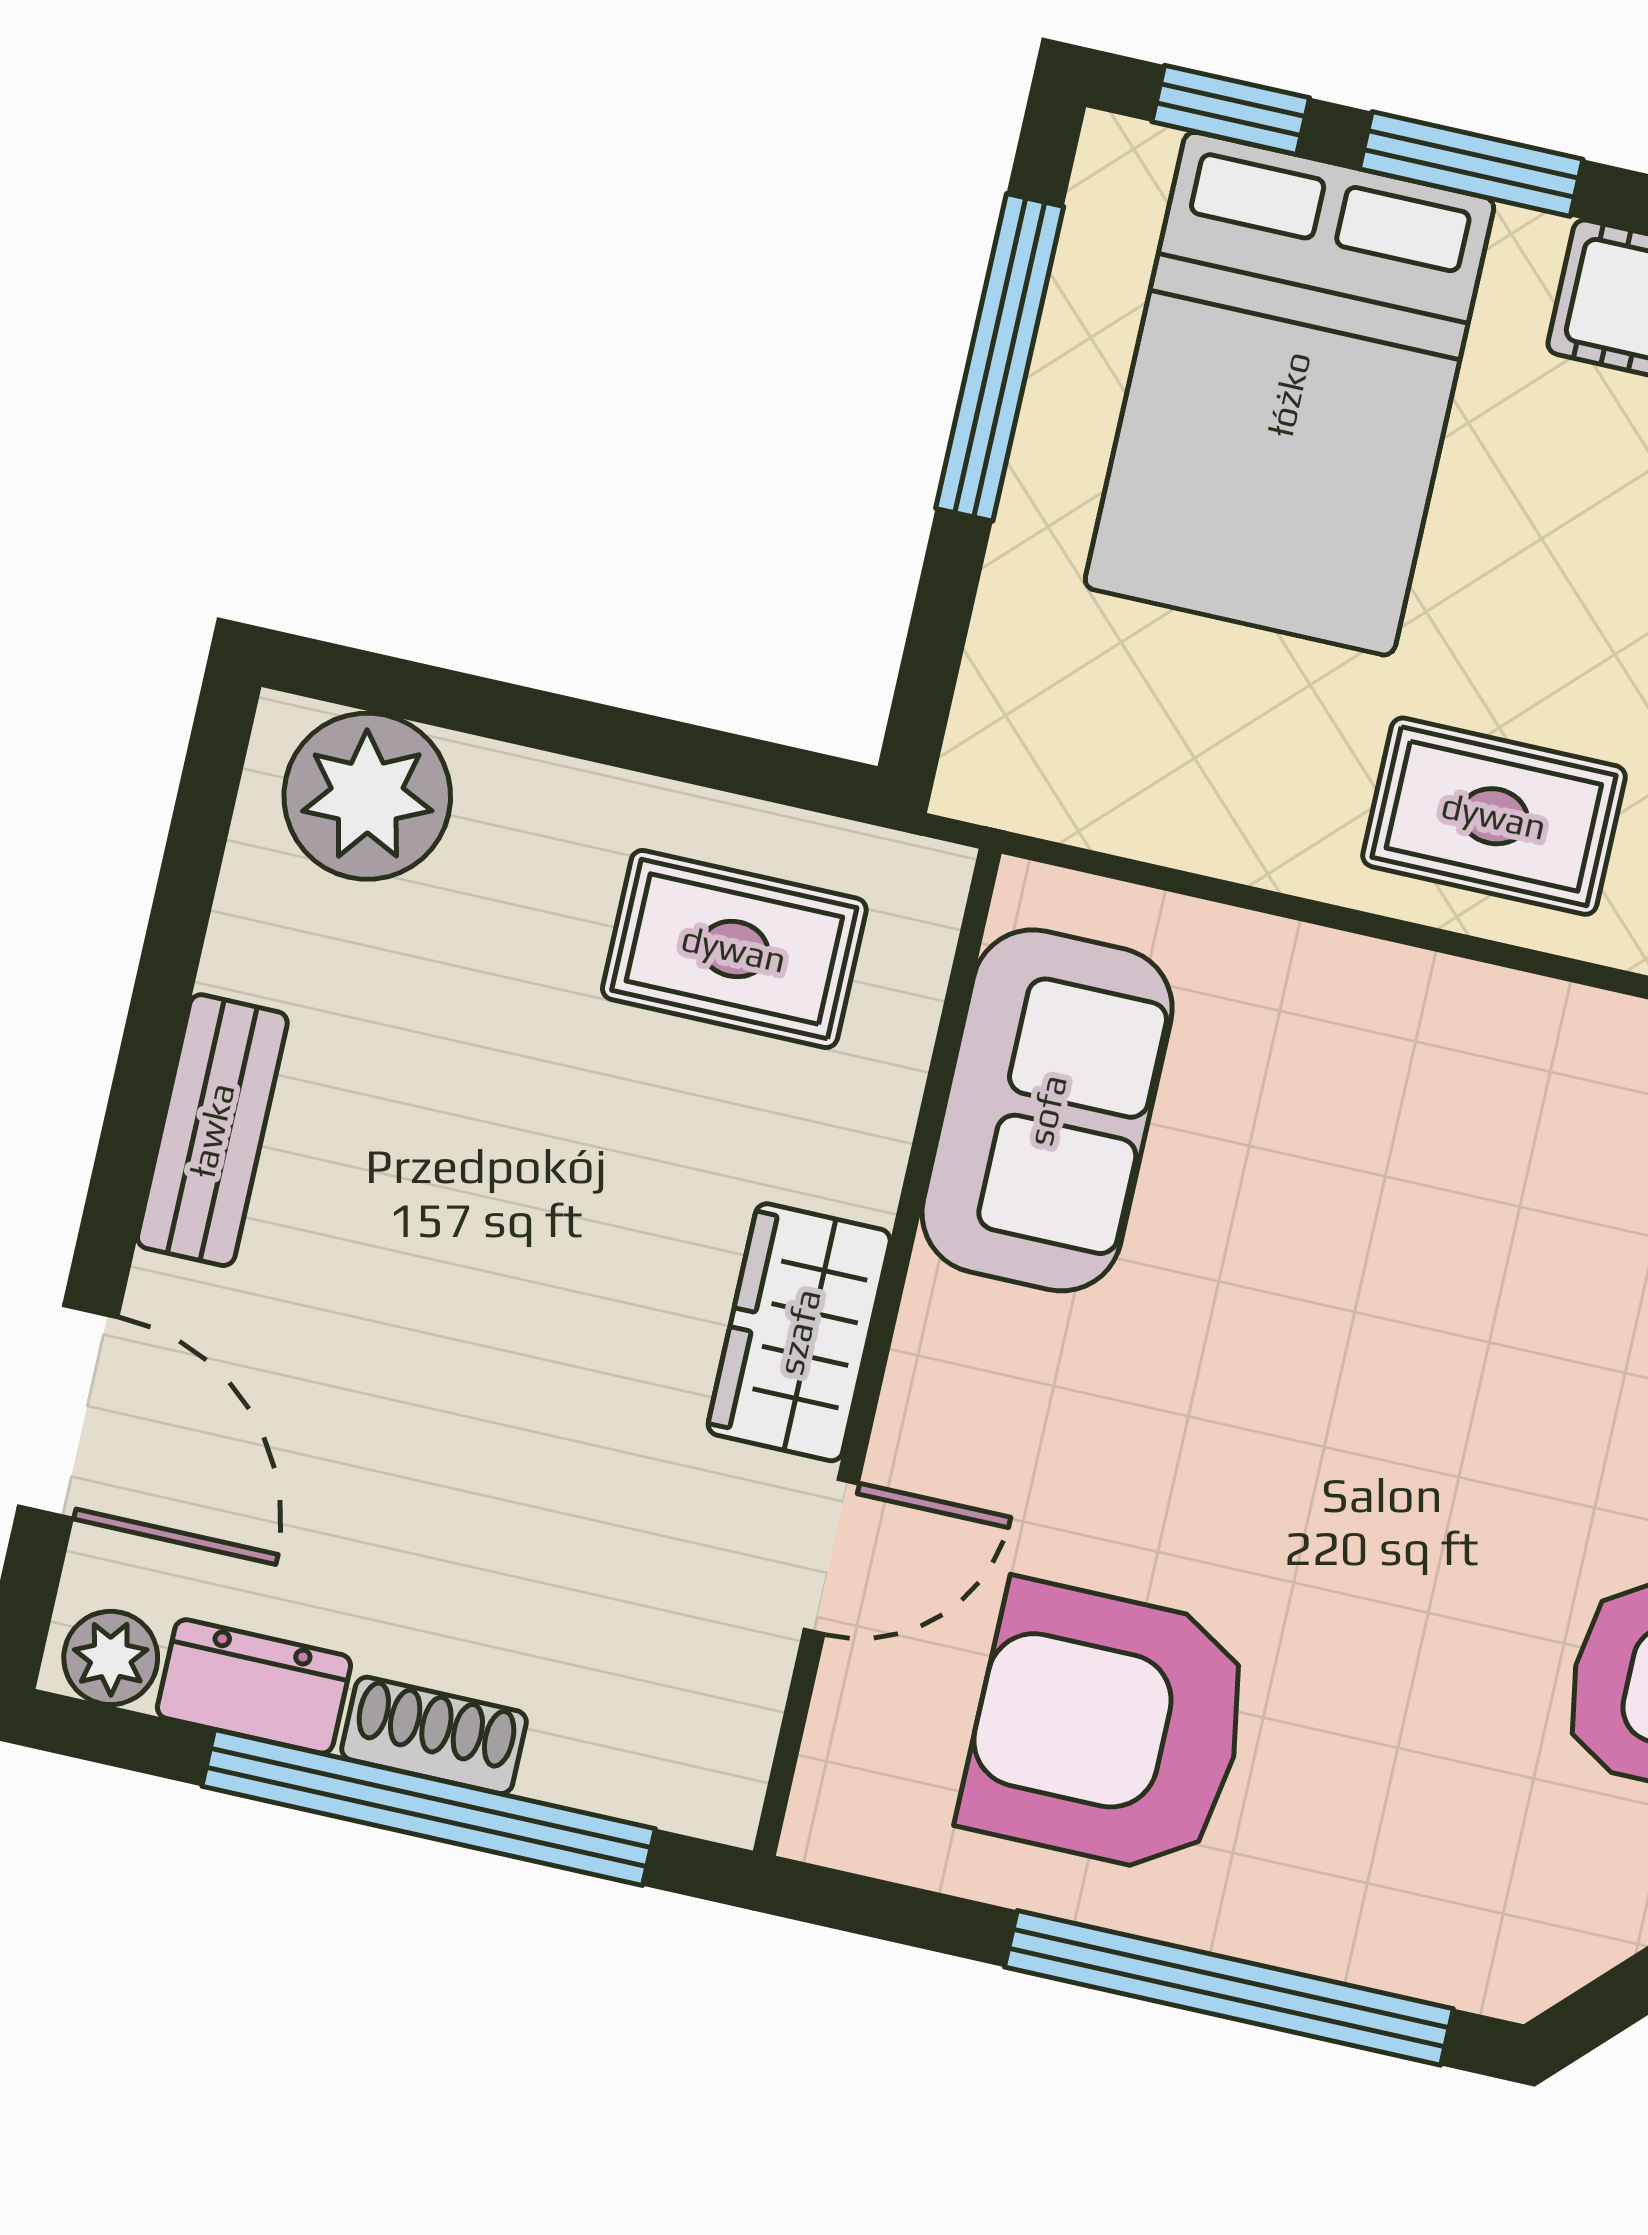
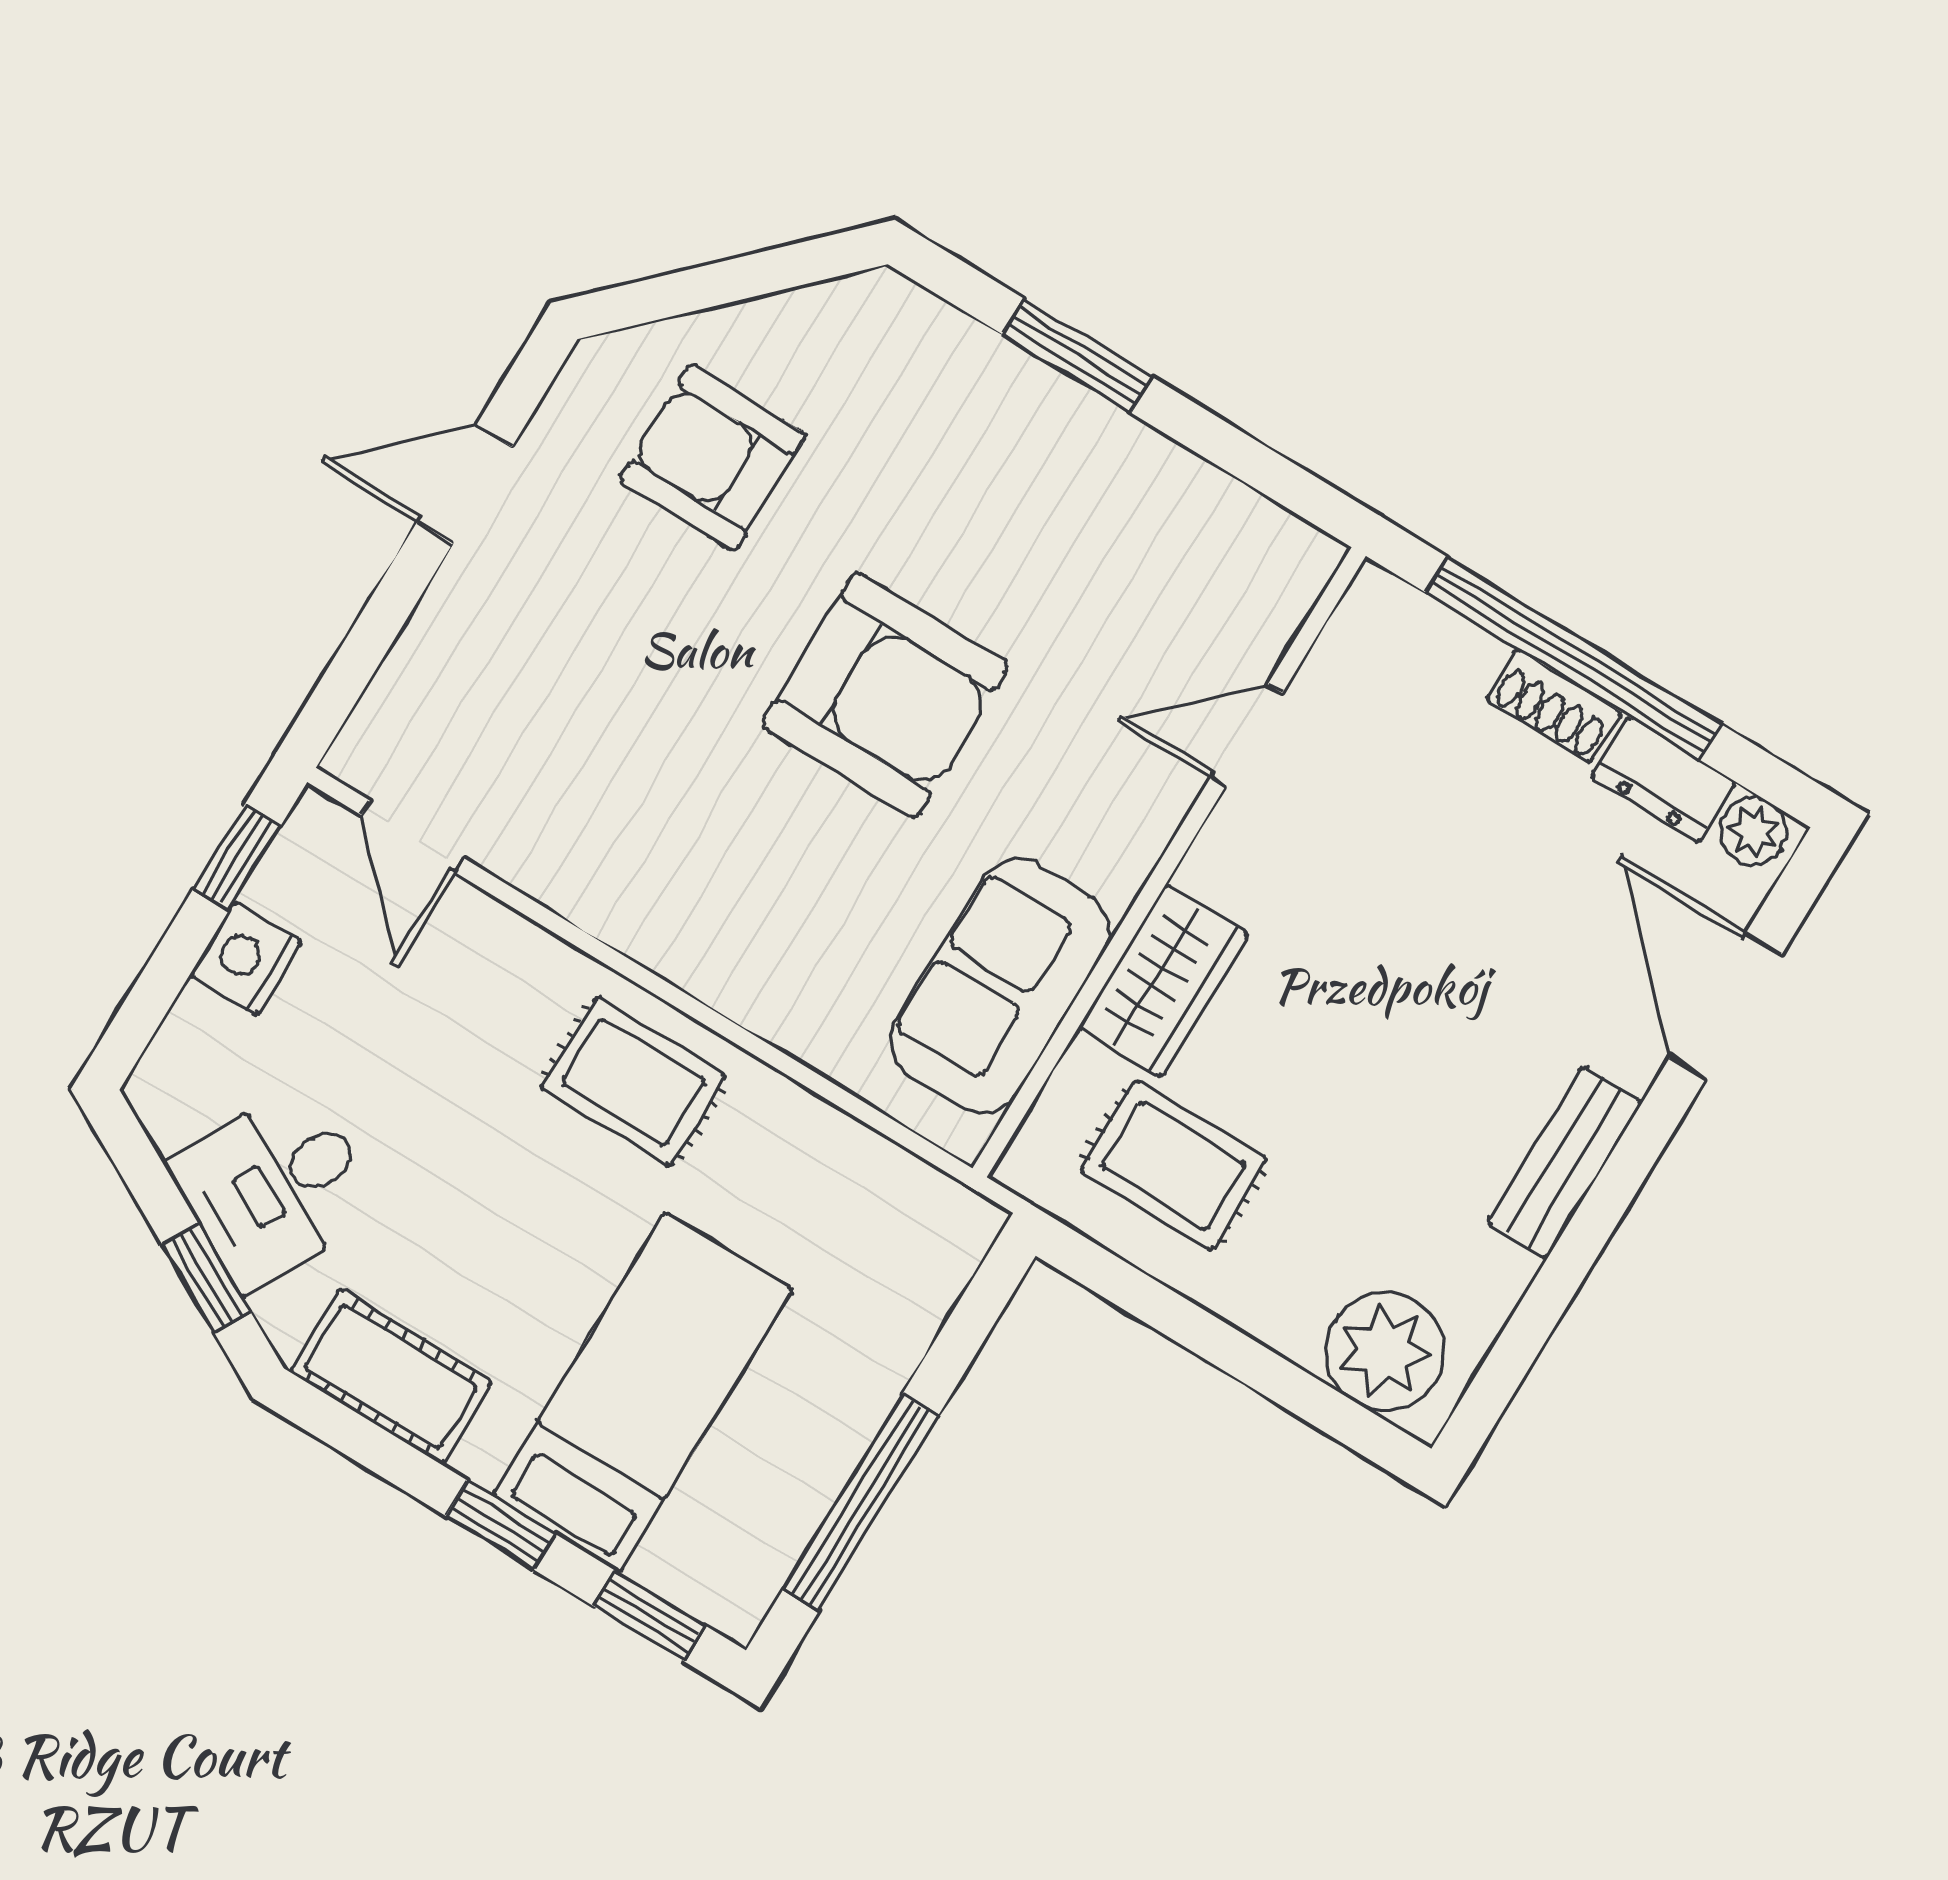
window: (1471, 164) -> (500, 1525), width x0.67
bed: (1289, 394) -> (643, 1393), width x0.67
wardrobe: (799, 1332) -> (1163, 981), moved
armchair: (1108, 1728) -> (885, 695), moved
window: (1229, 1988) -> (1077, 356), width x0.47

